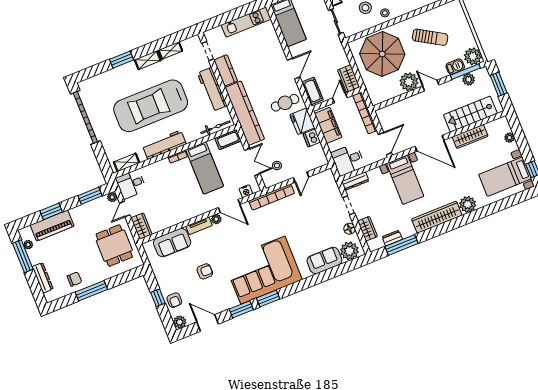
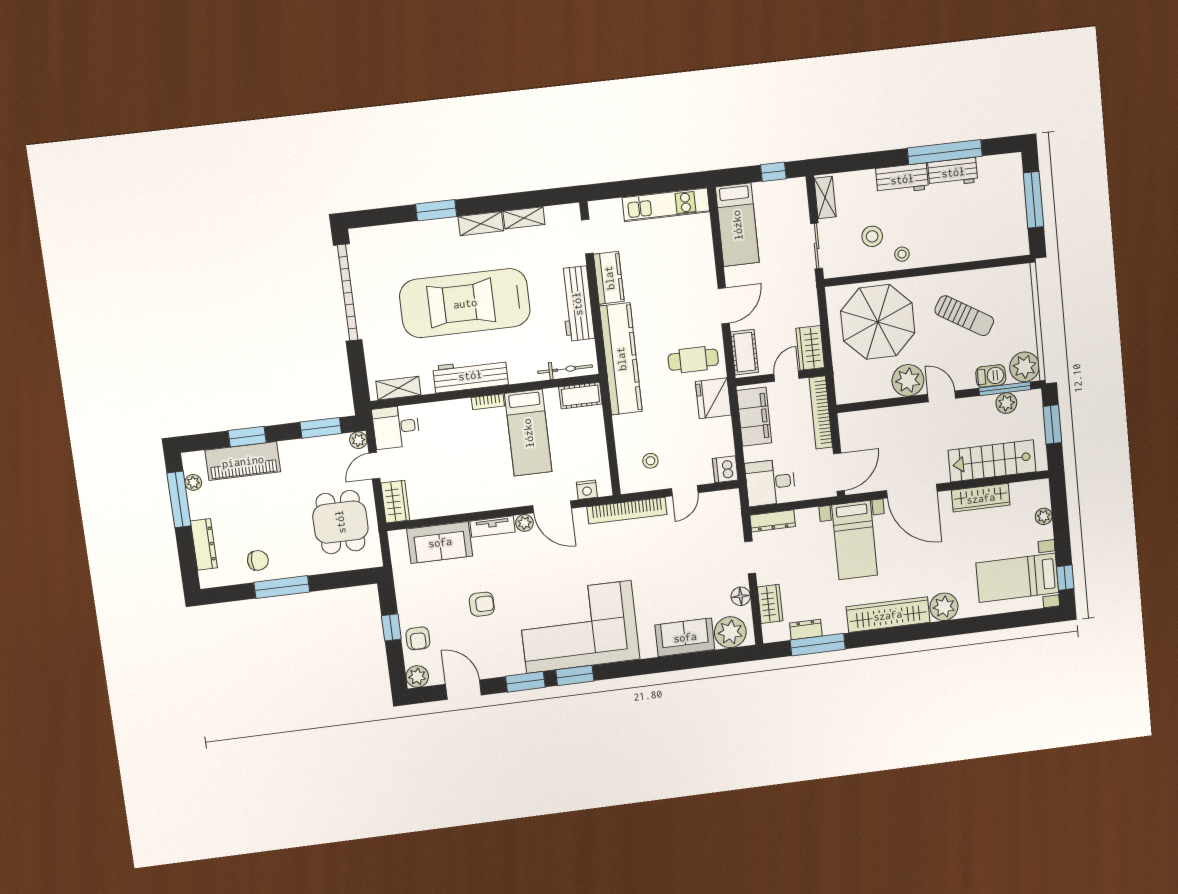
dishwasher: (312, 138) -> (725, 469), moved
double door: (252, 162) -> (611, 444), removed

